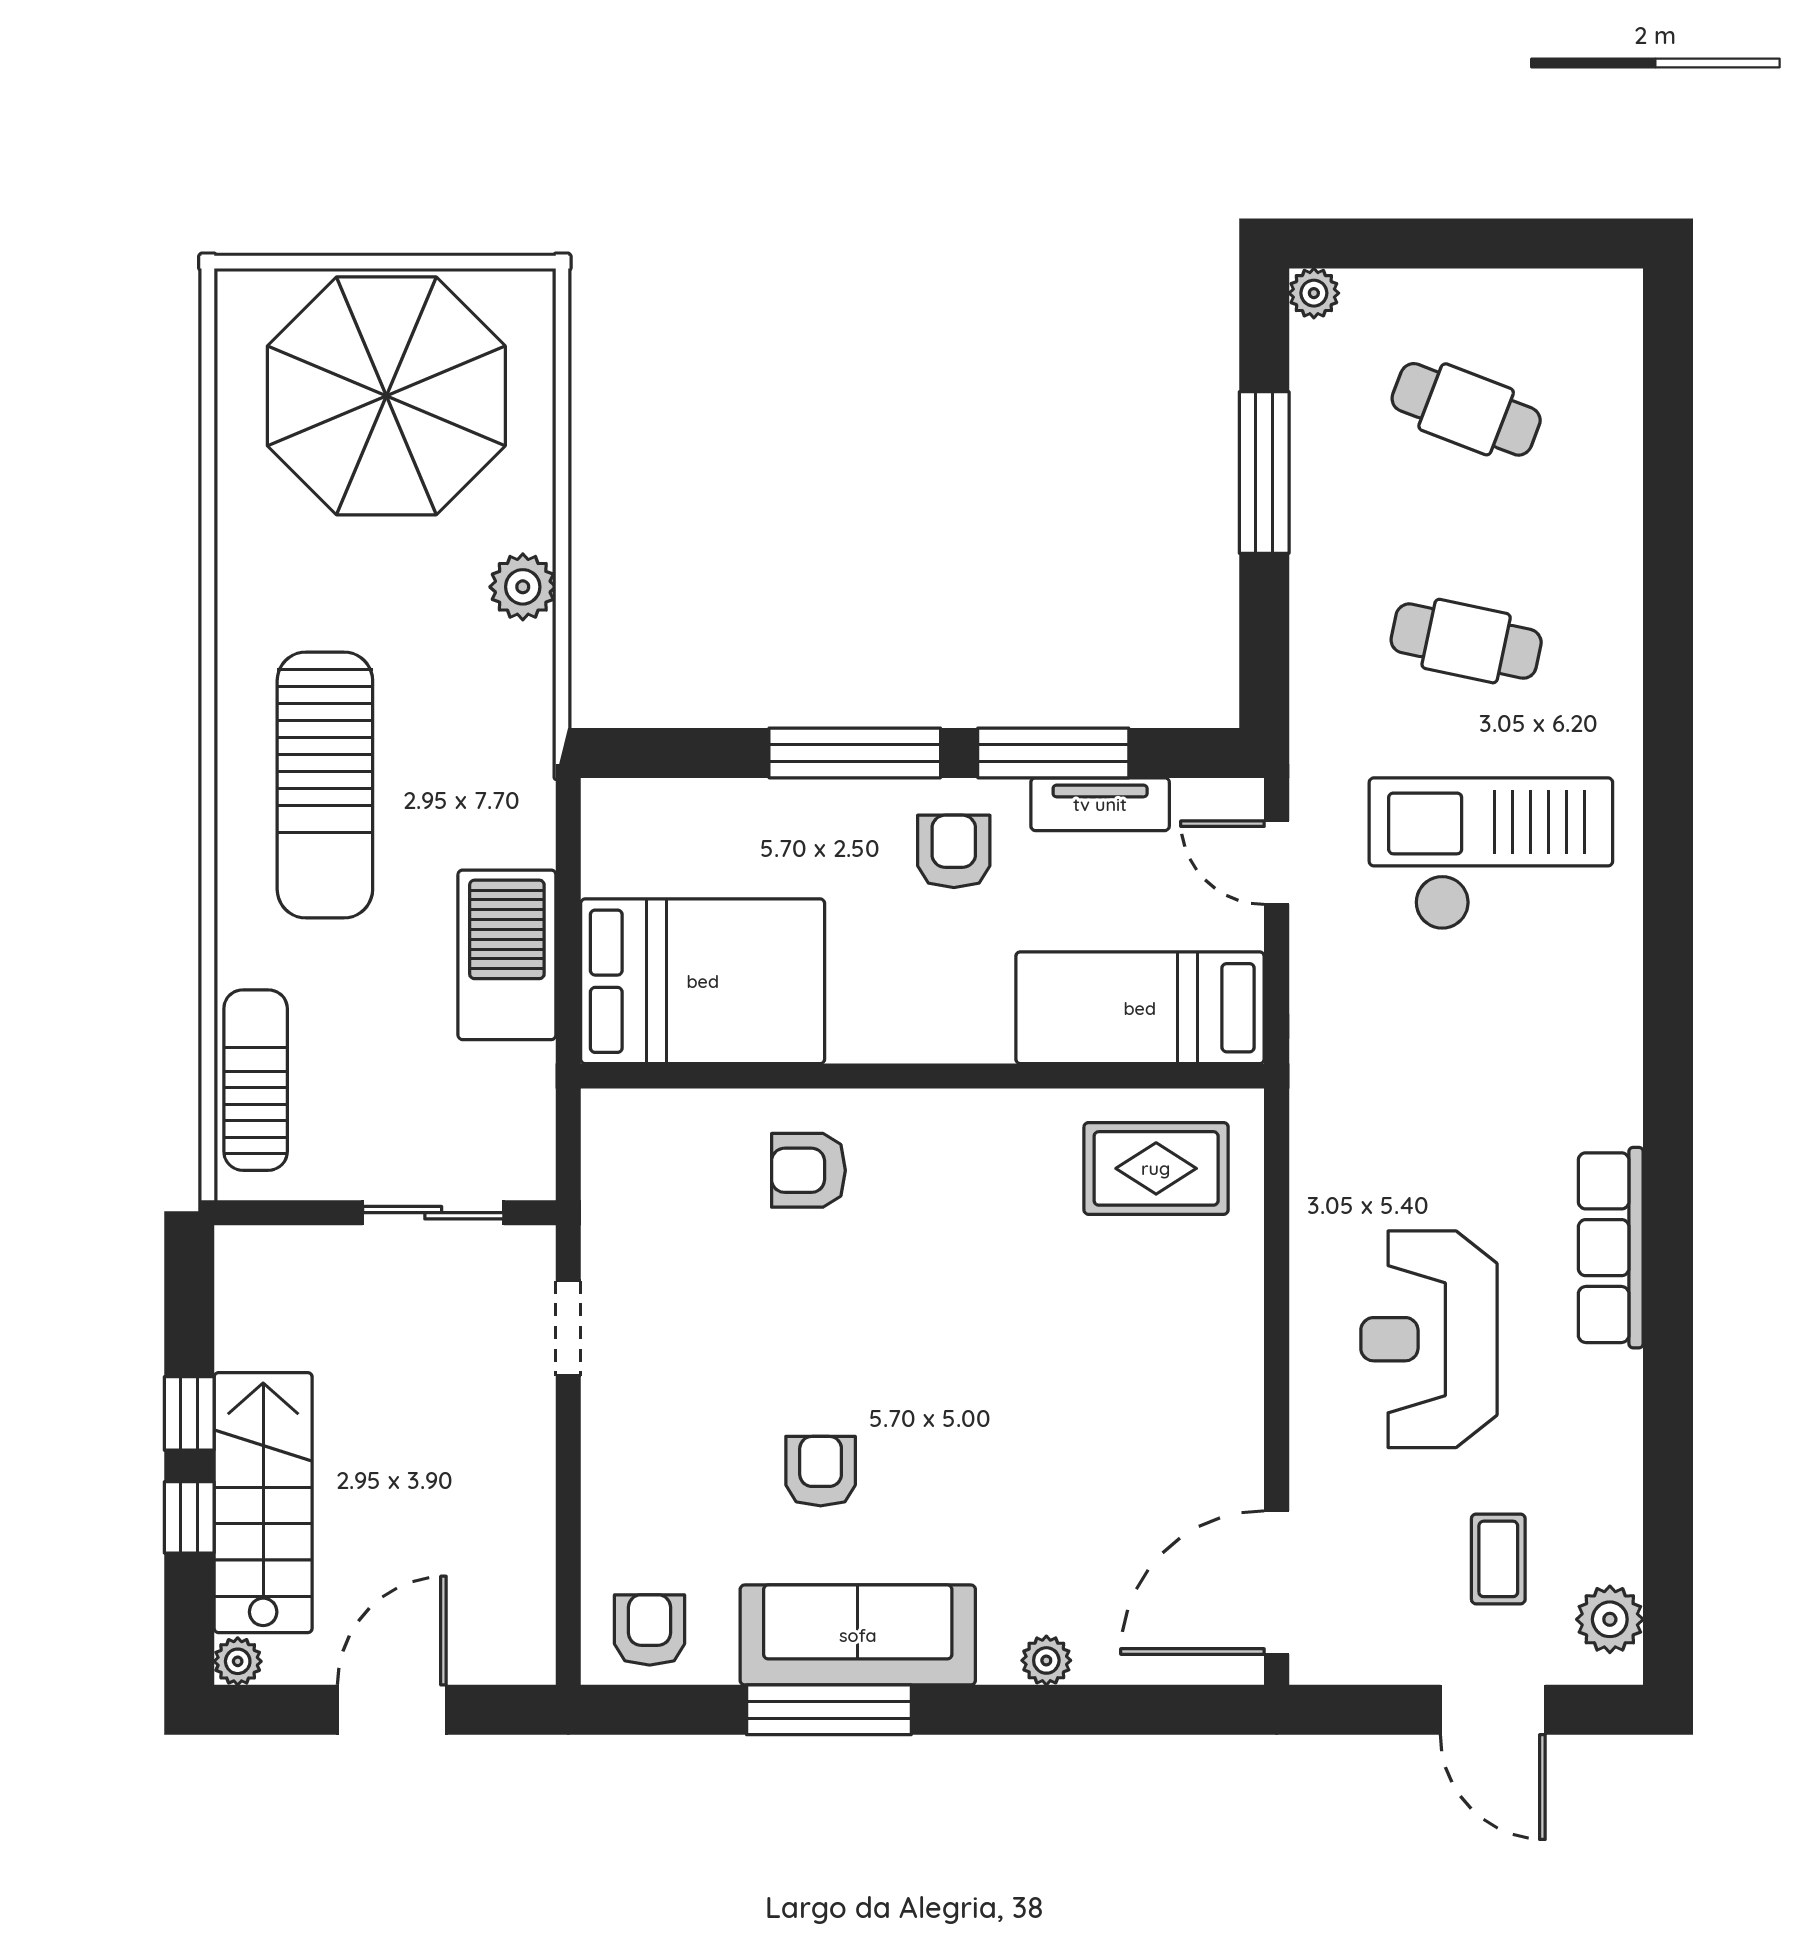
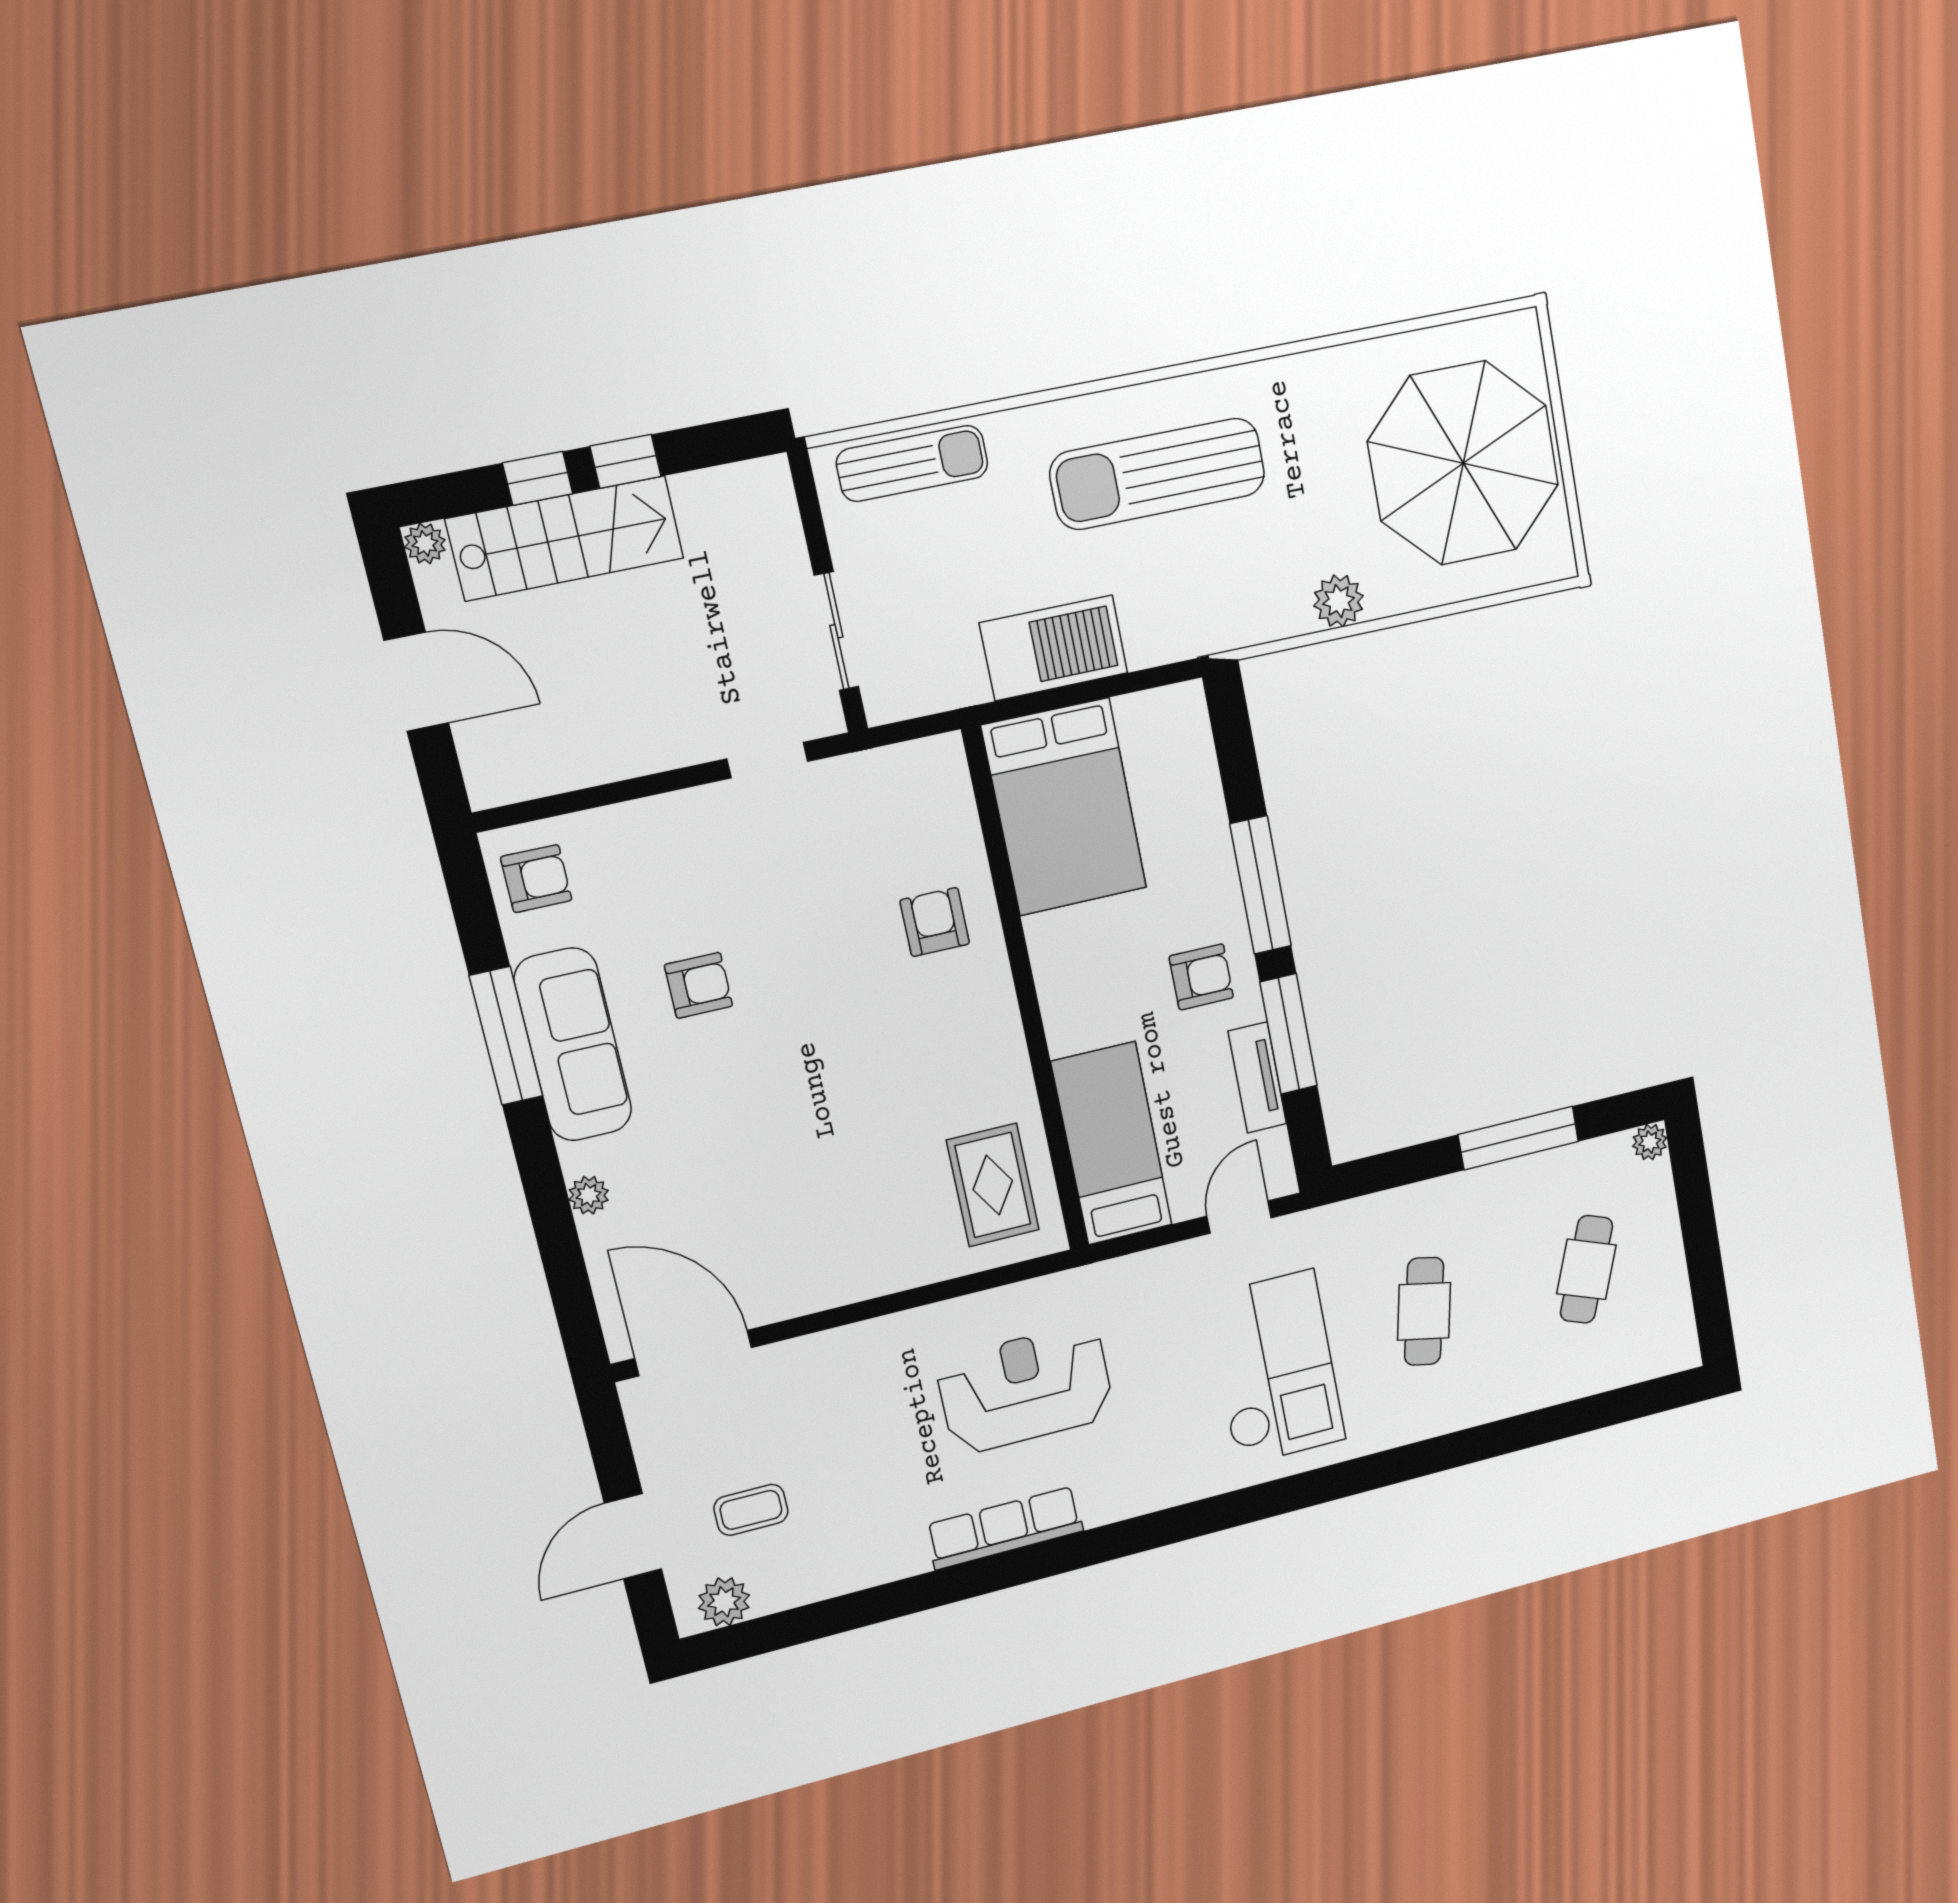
reception desk: (1429, 1339) -> (1025, 1389), moved

